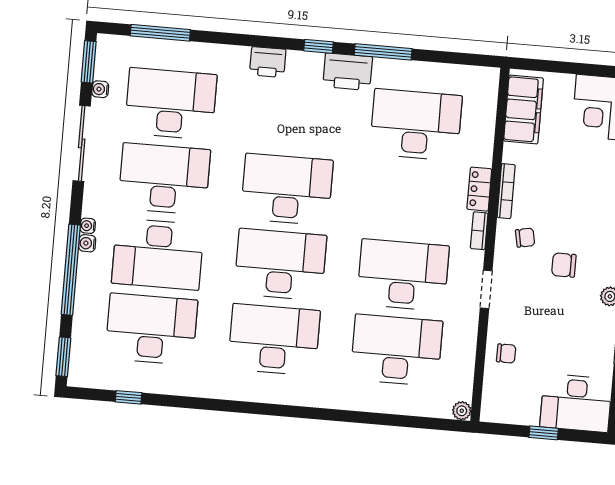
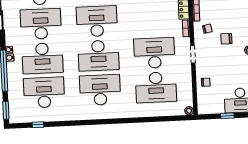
desk: (280, 265) -> (98, 56), turned 180
desk: (396, 350) -> (156, 87), turned 180

